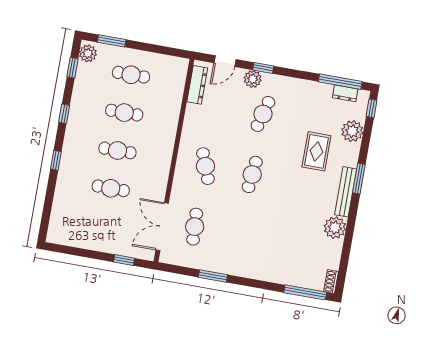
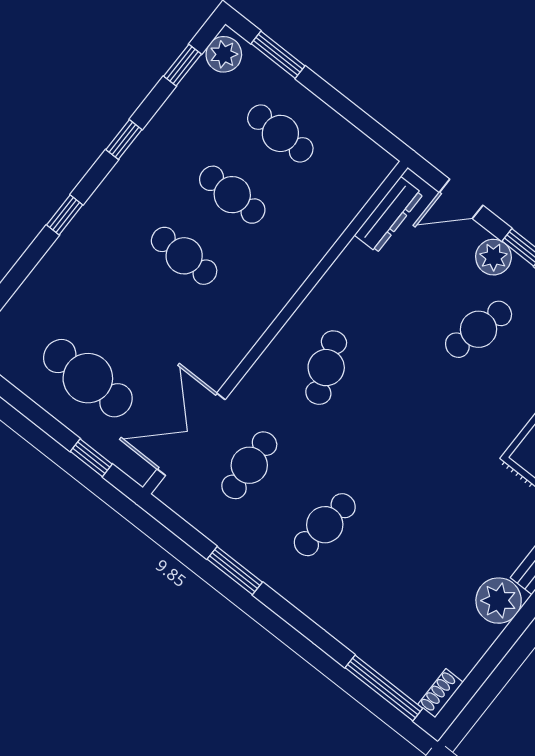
cafe table: (252, 174) -> (325, 525), moved
cafe table: (111, 188) -> (88, 378), moved, width x1.37, depth x1.35

